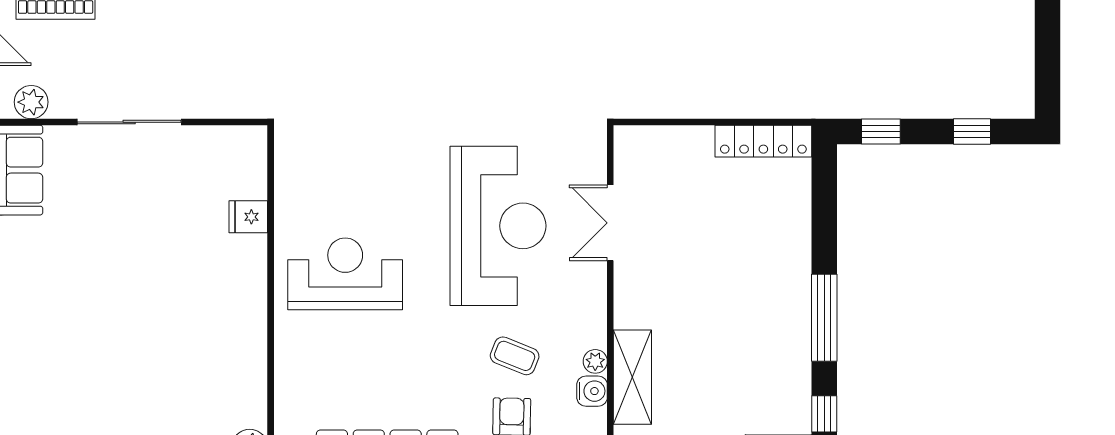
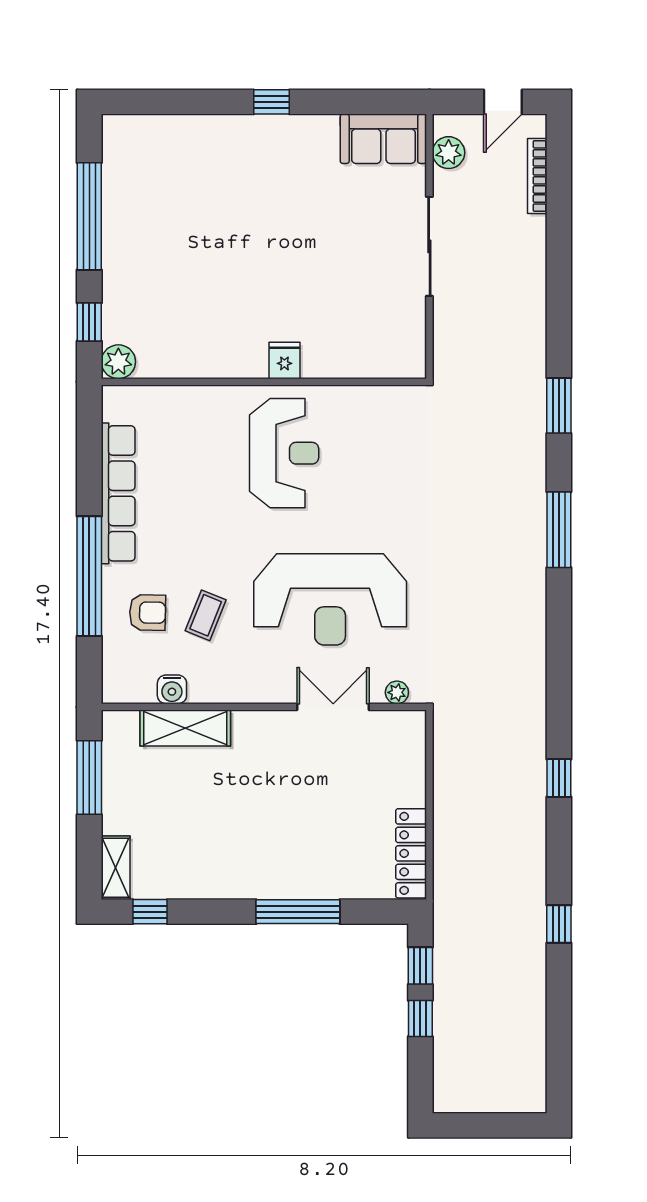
window: (972, 131) -> (420, 1019), moved
fridge: (248, 217) -> (284, 360), moved
window: (824, 318) -> (298, 912), moved
plant: (595, 361) -> (397, 692), moved

